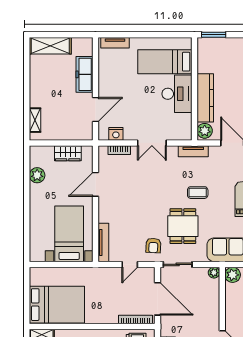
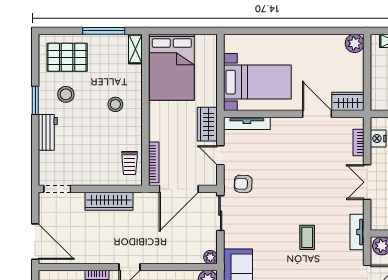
wardrobe: (68, 153) -> (348, 101), moved, turned 90
plant: (37, 175) -> (355, 43), moved
dining table: (183, 226) -> (267, 220), removed
wardrobe: (104, 275) -> (207, 124), added

